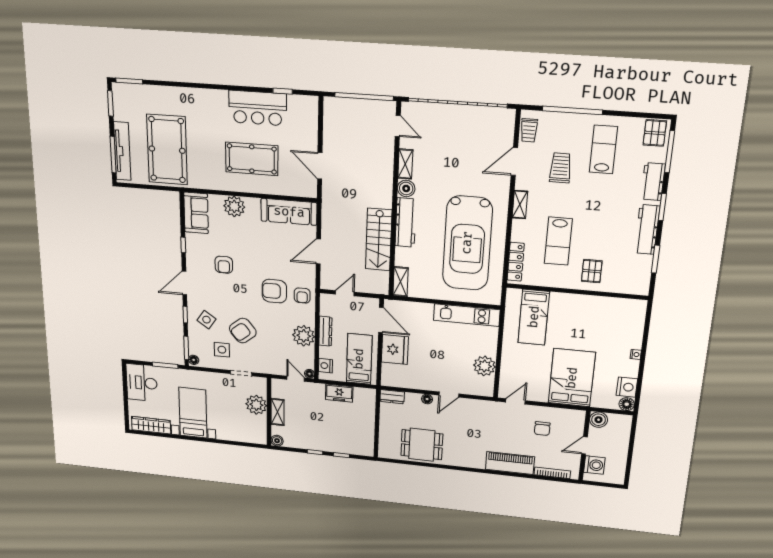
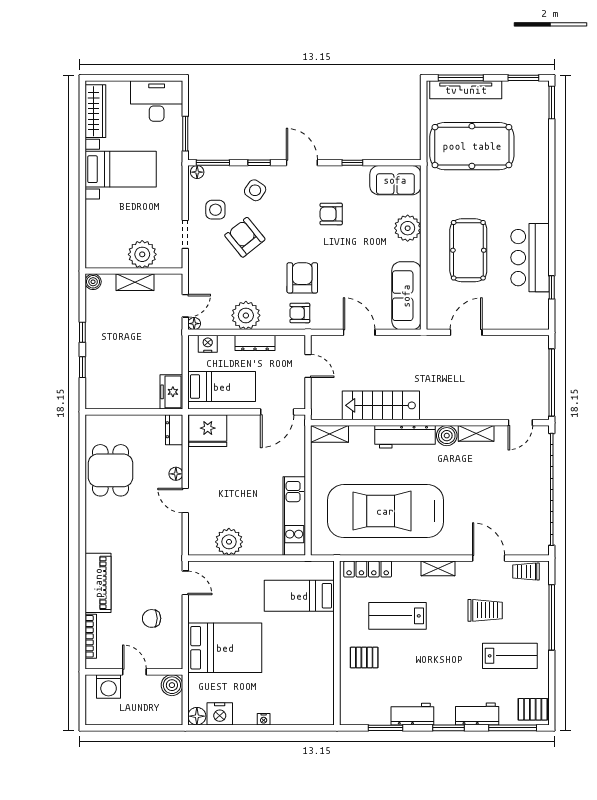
workbench: (647, 230) -> (412, 714), width x0.73
fridge: (395, 349) -> (208, 431), moved
freezer: (339, 393) -> (171, 392), moved

